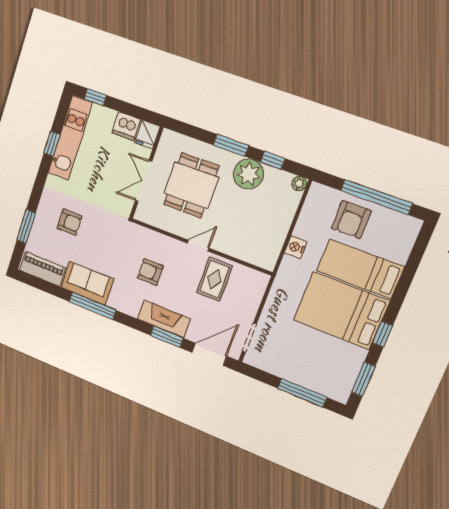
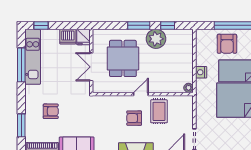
window: (52, 144) -> (21, 65), width x2.17
plant: (299, 184) -> (189, 88), moved
armchair: (150, 272) -> (134, 118), moved

